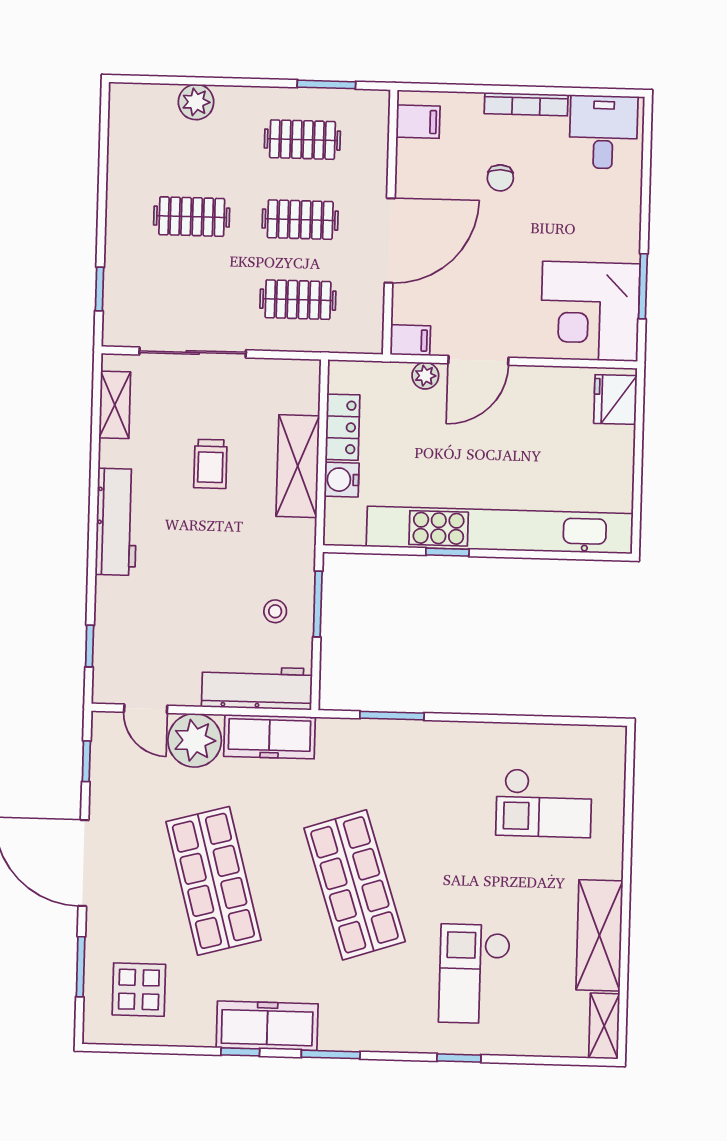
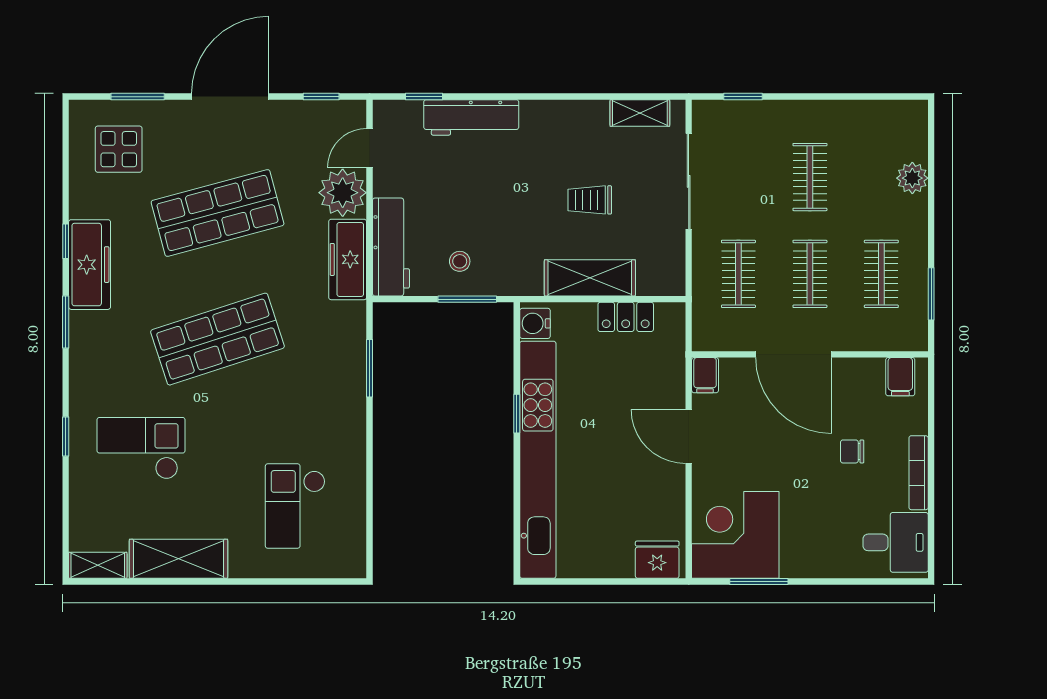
plant: (425, 376) -> (674, 390), removed
water cooler: (342, 480) -> (535, 323), moved, turned -90
workbench: (116, 522) -> (471, 117), moved

